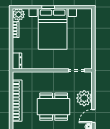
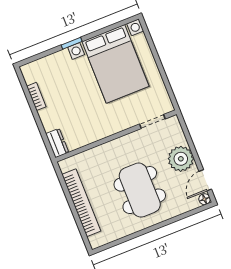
plant: (19, 14) -> (32, 72), removed
bed with nightstands: (53, 29) -> (115, 64), moved
dining table: (54, 107) -> (140, 190), turned 90

